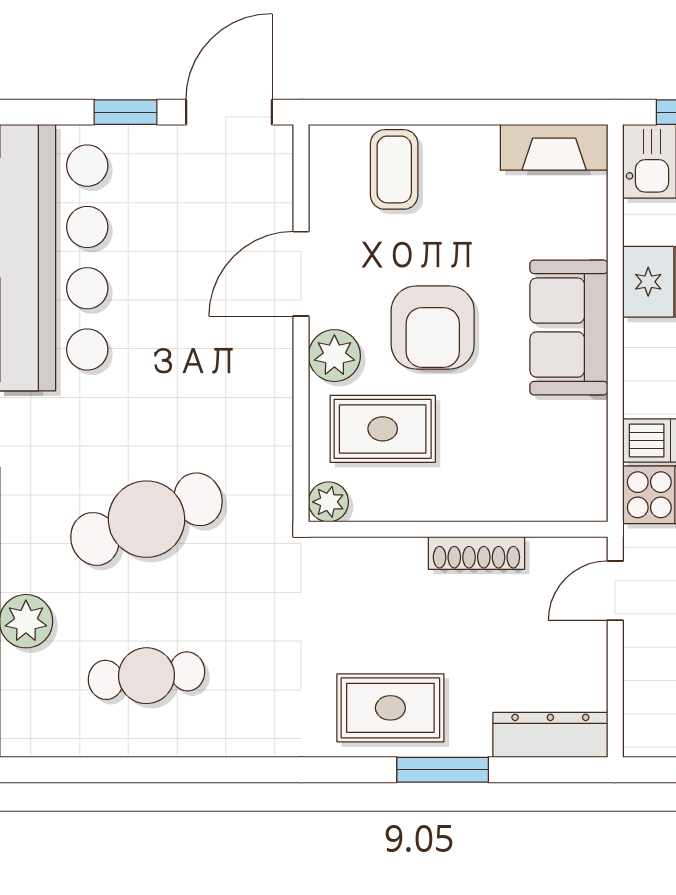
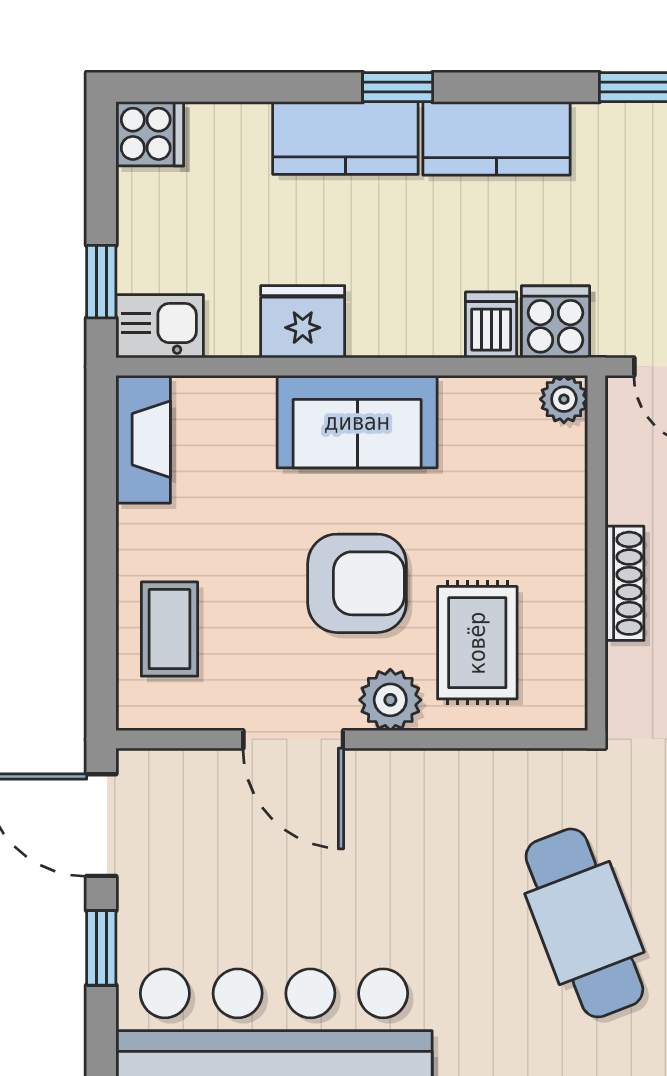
coffee table: (394, 169) -> (169, 629), turned 90
plant: (328, 502) -> (564, 399), moved
shoe rack: (476, 553) -> (625, 583), moved

